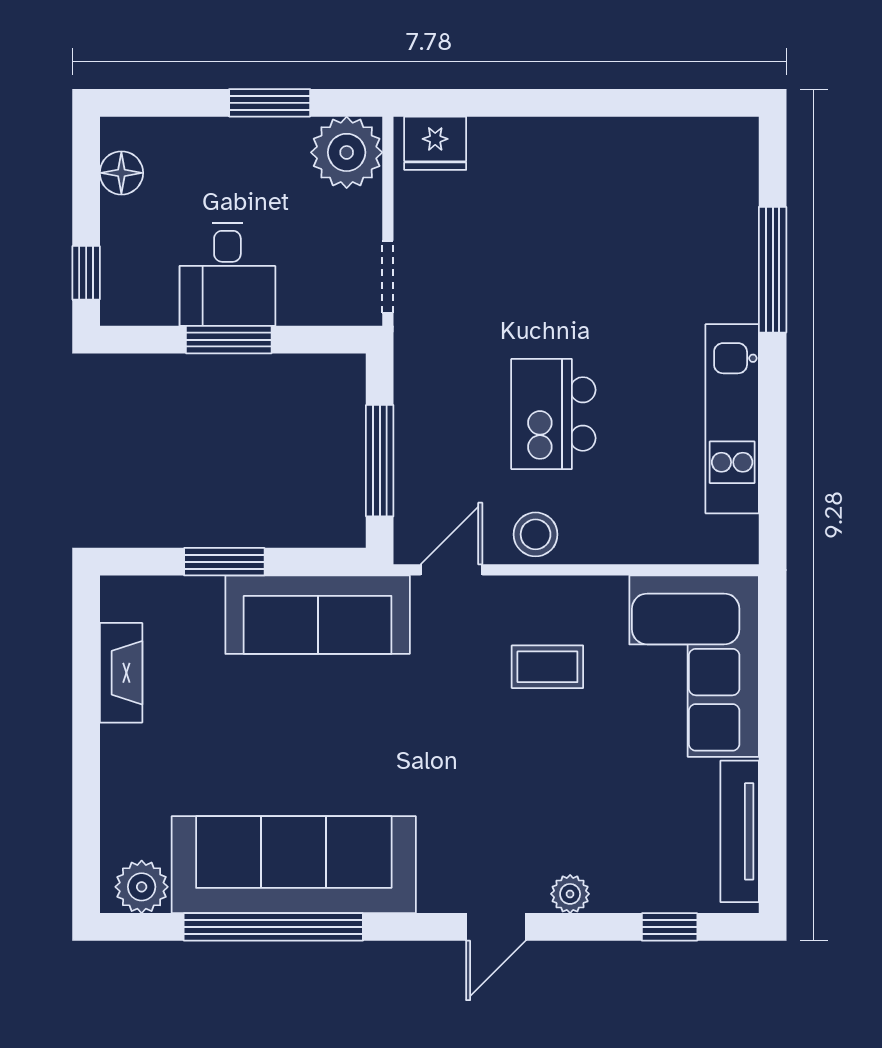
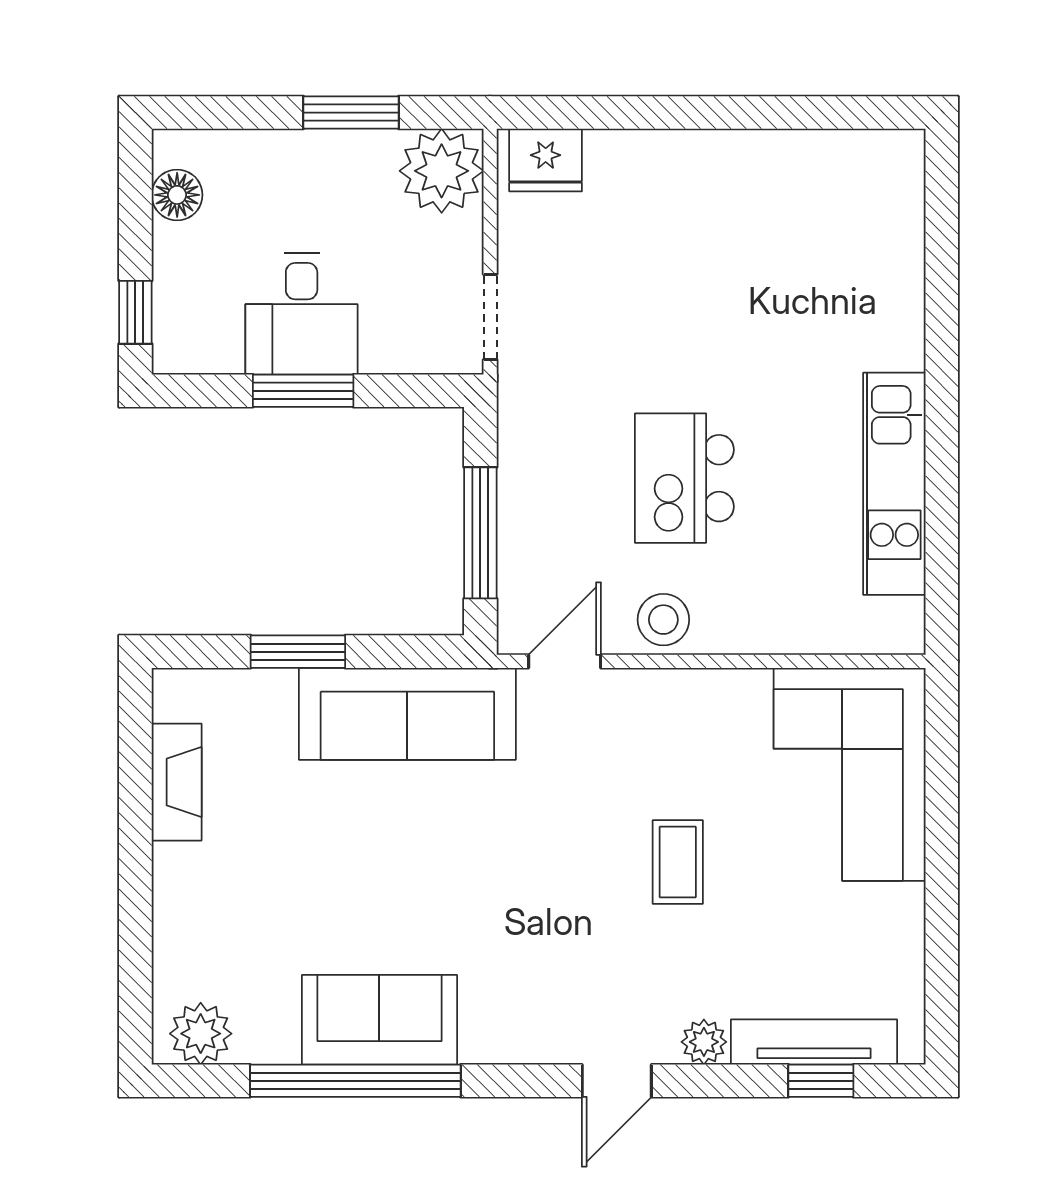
window: (773, 270) -> (942, 309), removed
coffee table: (547, 667) -> (678, 862), moved, turned 90
tv unit: (740, 831) -> (814, 1042), moved, turned 90
sofa: (294, 865) -> (379, 1020), width x0.54, depth x0.79

